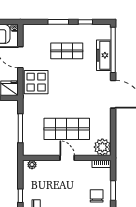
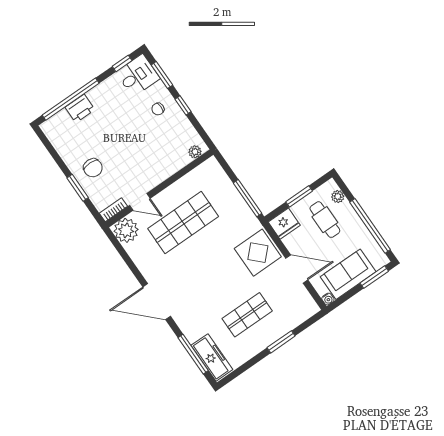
window: (85, 22) -> (249, 364), removed
window: (113, 50) -> (193, 354), width x0.68
freezer: (104, 55) -> (212, 357), moved
window: (20, 128) -> (248, 198), moved
door: (67, 158) -> (140, 202), moved

